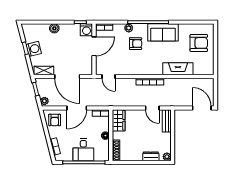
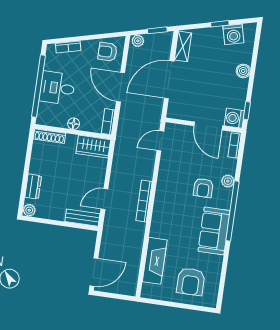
washing machine: (34, 49) -> (233, 34), moved
fireplace: (178, 69) -> (155, 261), moved

